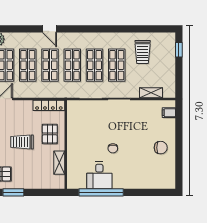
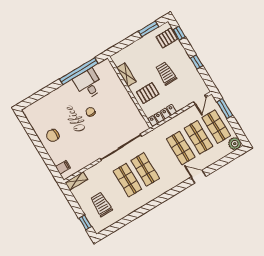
trolley: (143, 52) -> (101, 204), moved
shop shelf: (72, 65) -> (163, 159), removed
shelving: (151, 93) -> (76, 181), moved
pallet: (50, 134) -> (148, 93), turned 90
trolley: (22, 142) -> (166, 73), turned -90

